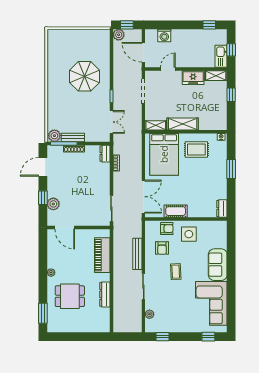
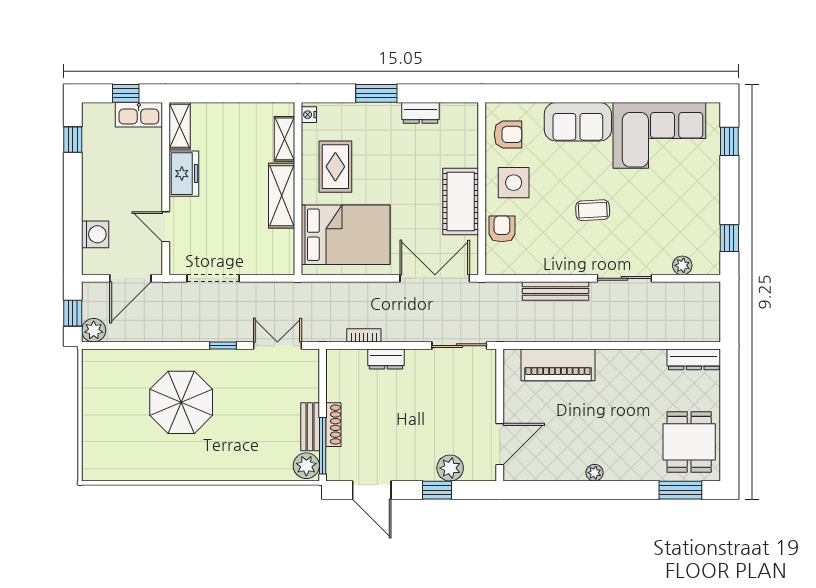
window: (231, 95) -> (220, 93), removed
shelving: (156, 125) -> (284, 139), moved
dresser: (105, 154) -> (386, 359), moved
dresser: (222, 209) -> (421, 113), moved
cot: (176, 211) -> (461, 201), width x1.37, depth x1.34
armchair: (162, 248) -> (508, 134), moved
dresser: (105, 294) -> (694, 359), moved
dining table: (70, 296) -> (689, 442), moved

